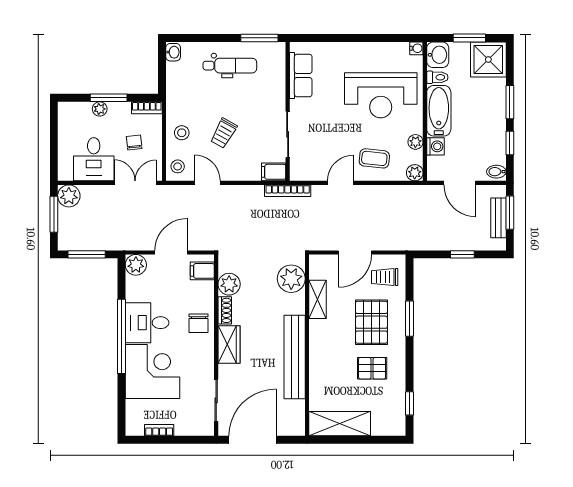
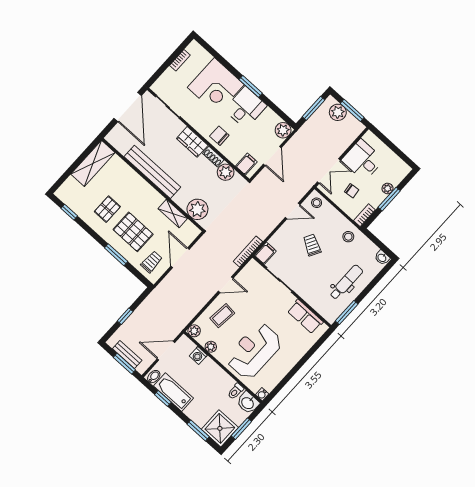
dental chair: (230, 66) -> (346, 282), turned 180
window: (510, 102) -> (198, 430), moved
bathtub: (439, 111) -> (173, 392), moved, turned 180
stool: (182, 133) -> (348, 237), moved
door: (340, 183) -> (226, 285), hinge flipped
plant: (69, 196) -> (338, 112), moved
window: (121, 336) -> (251, 86), width x0.47

